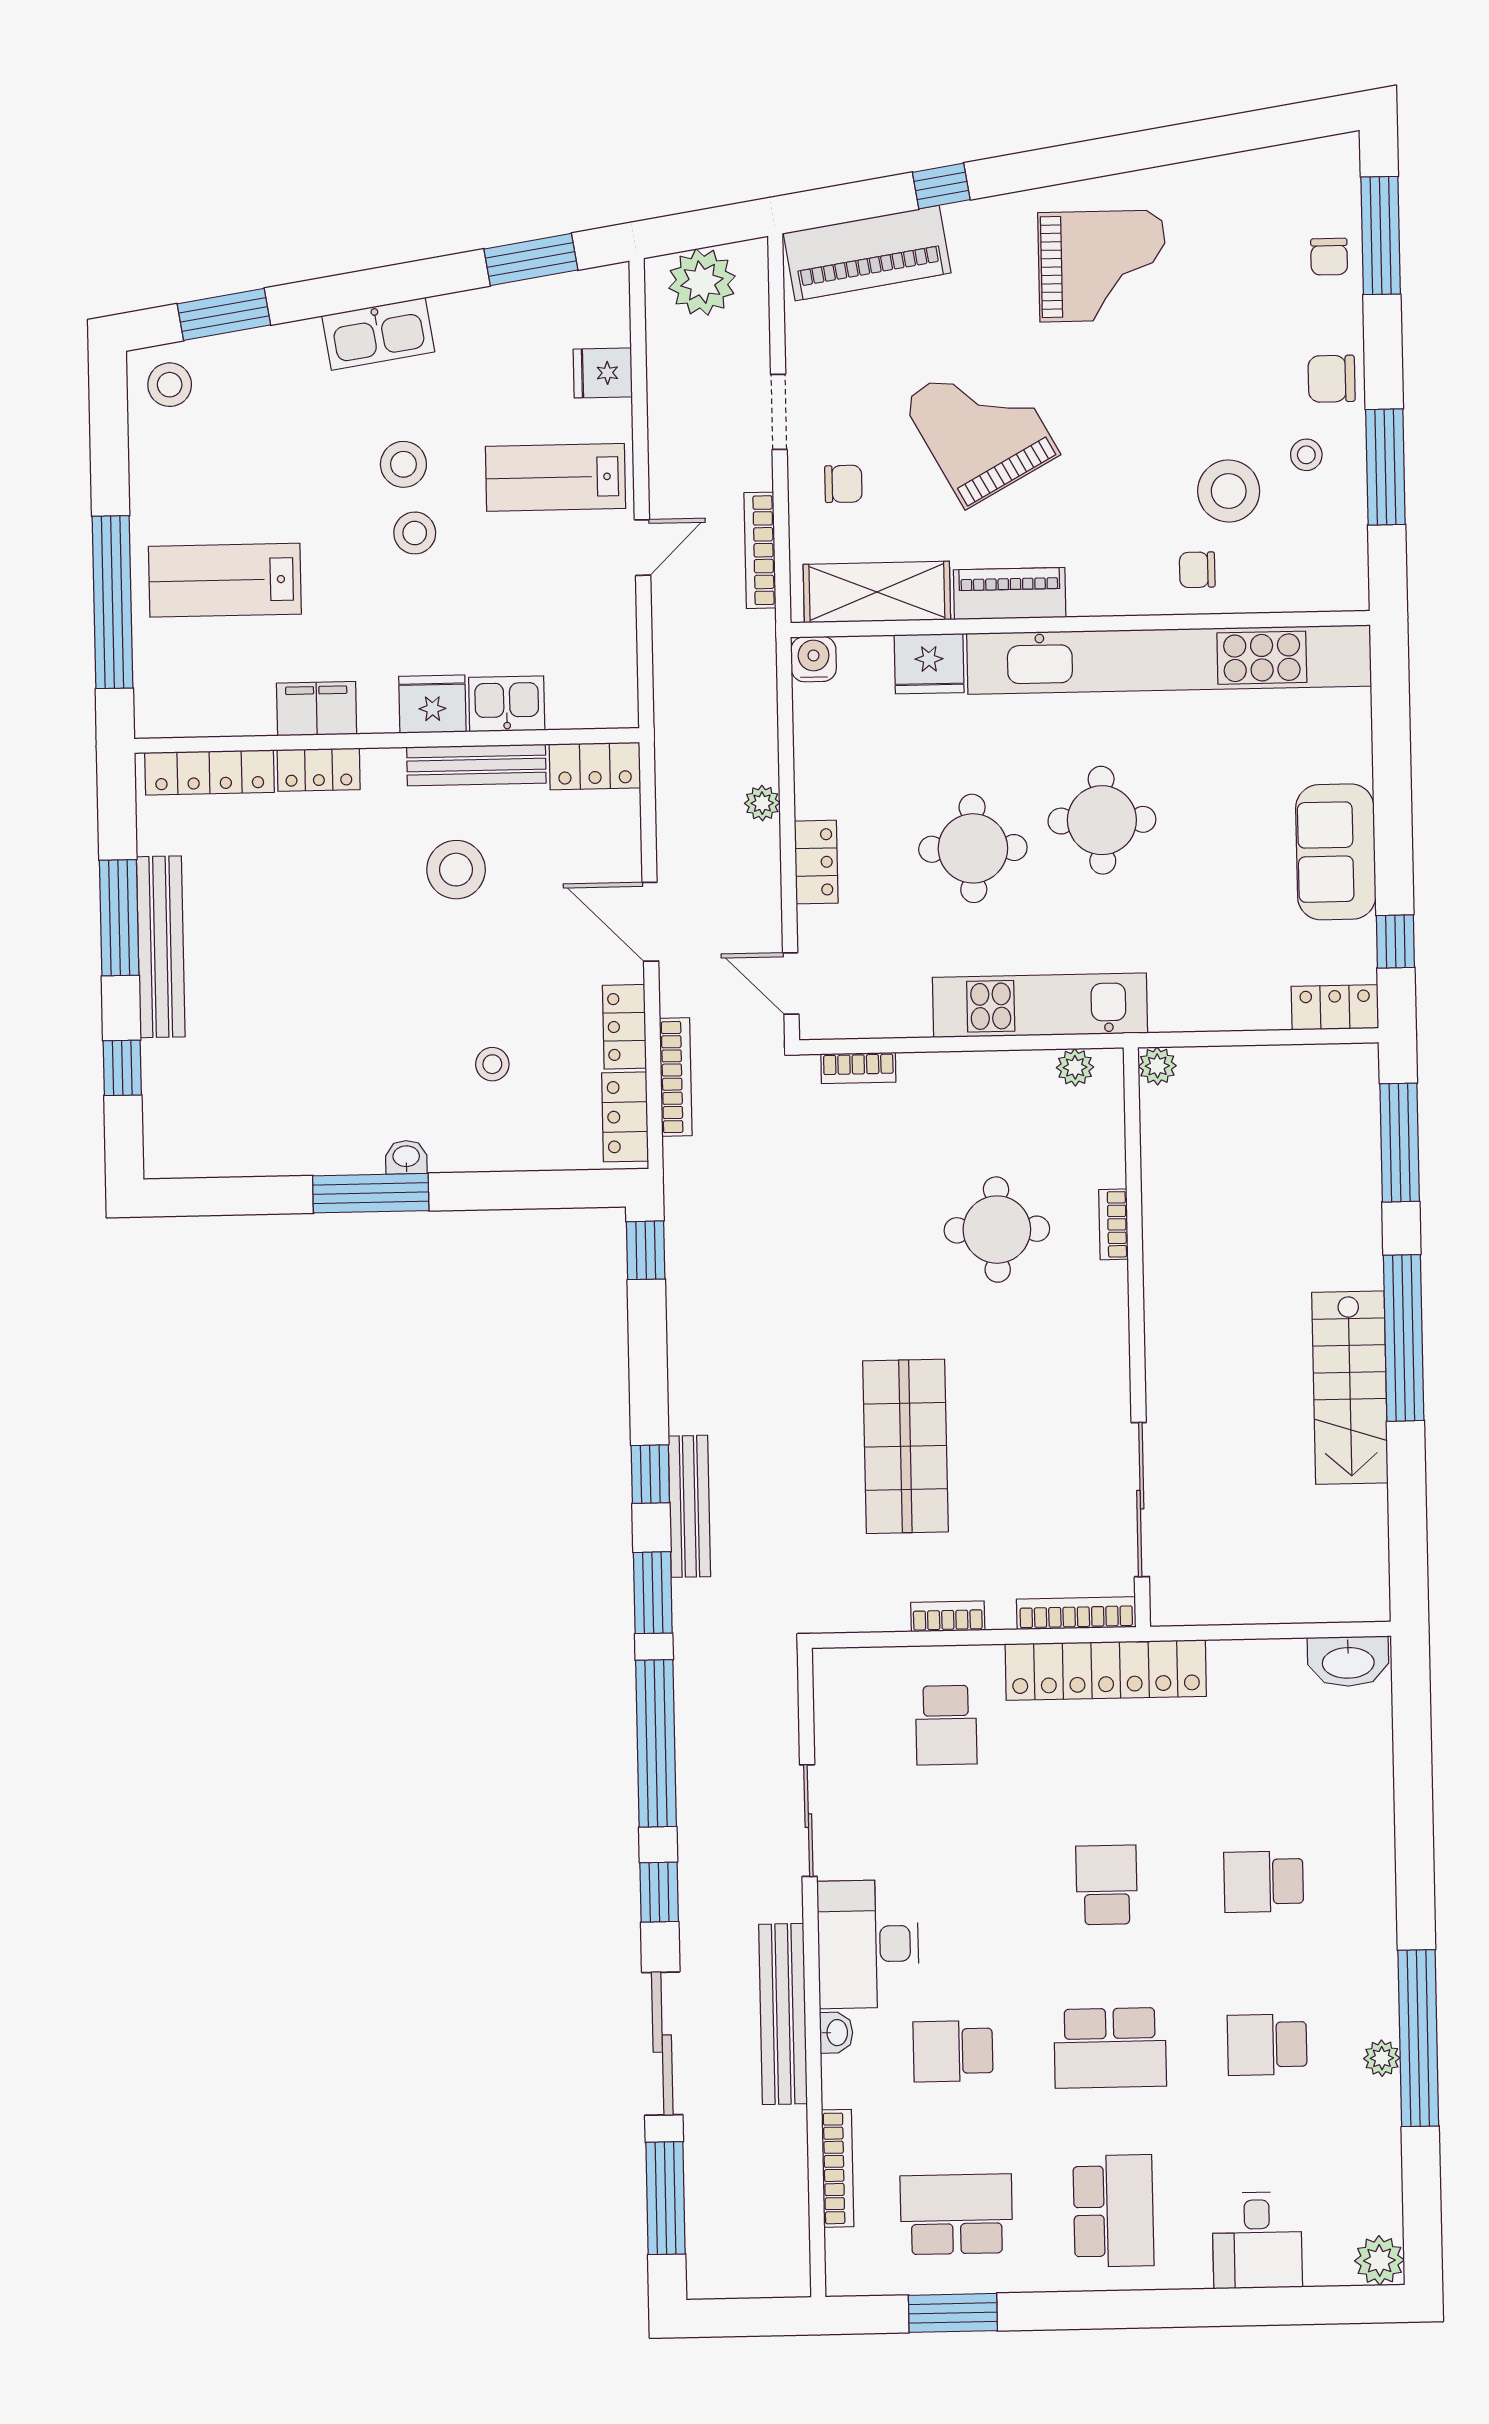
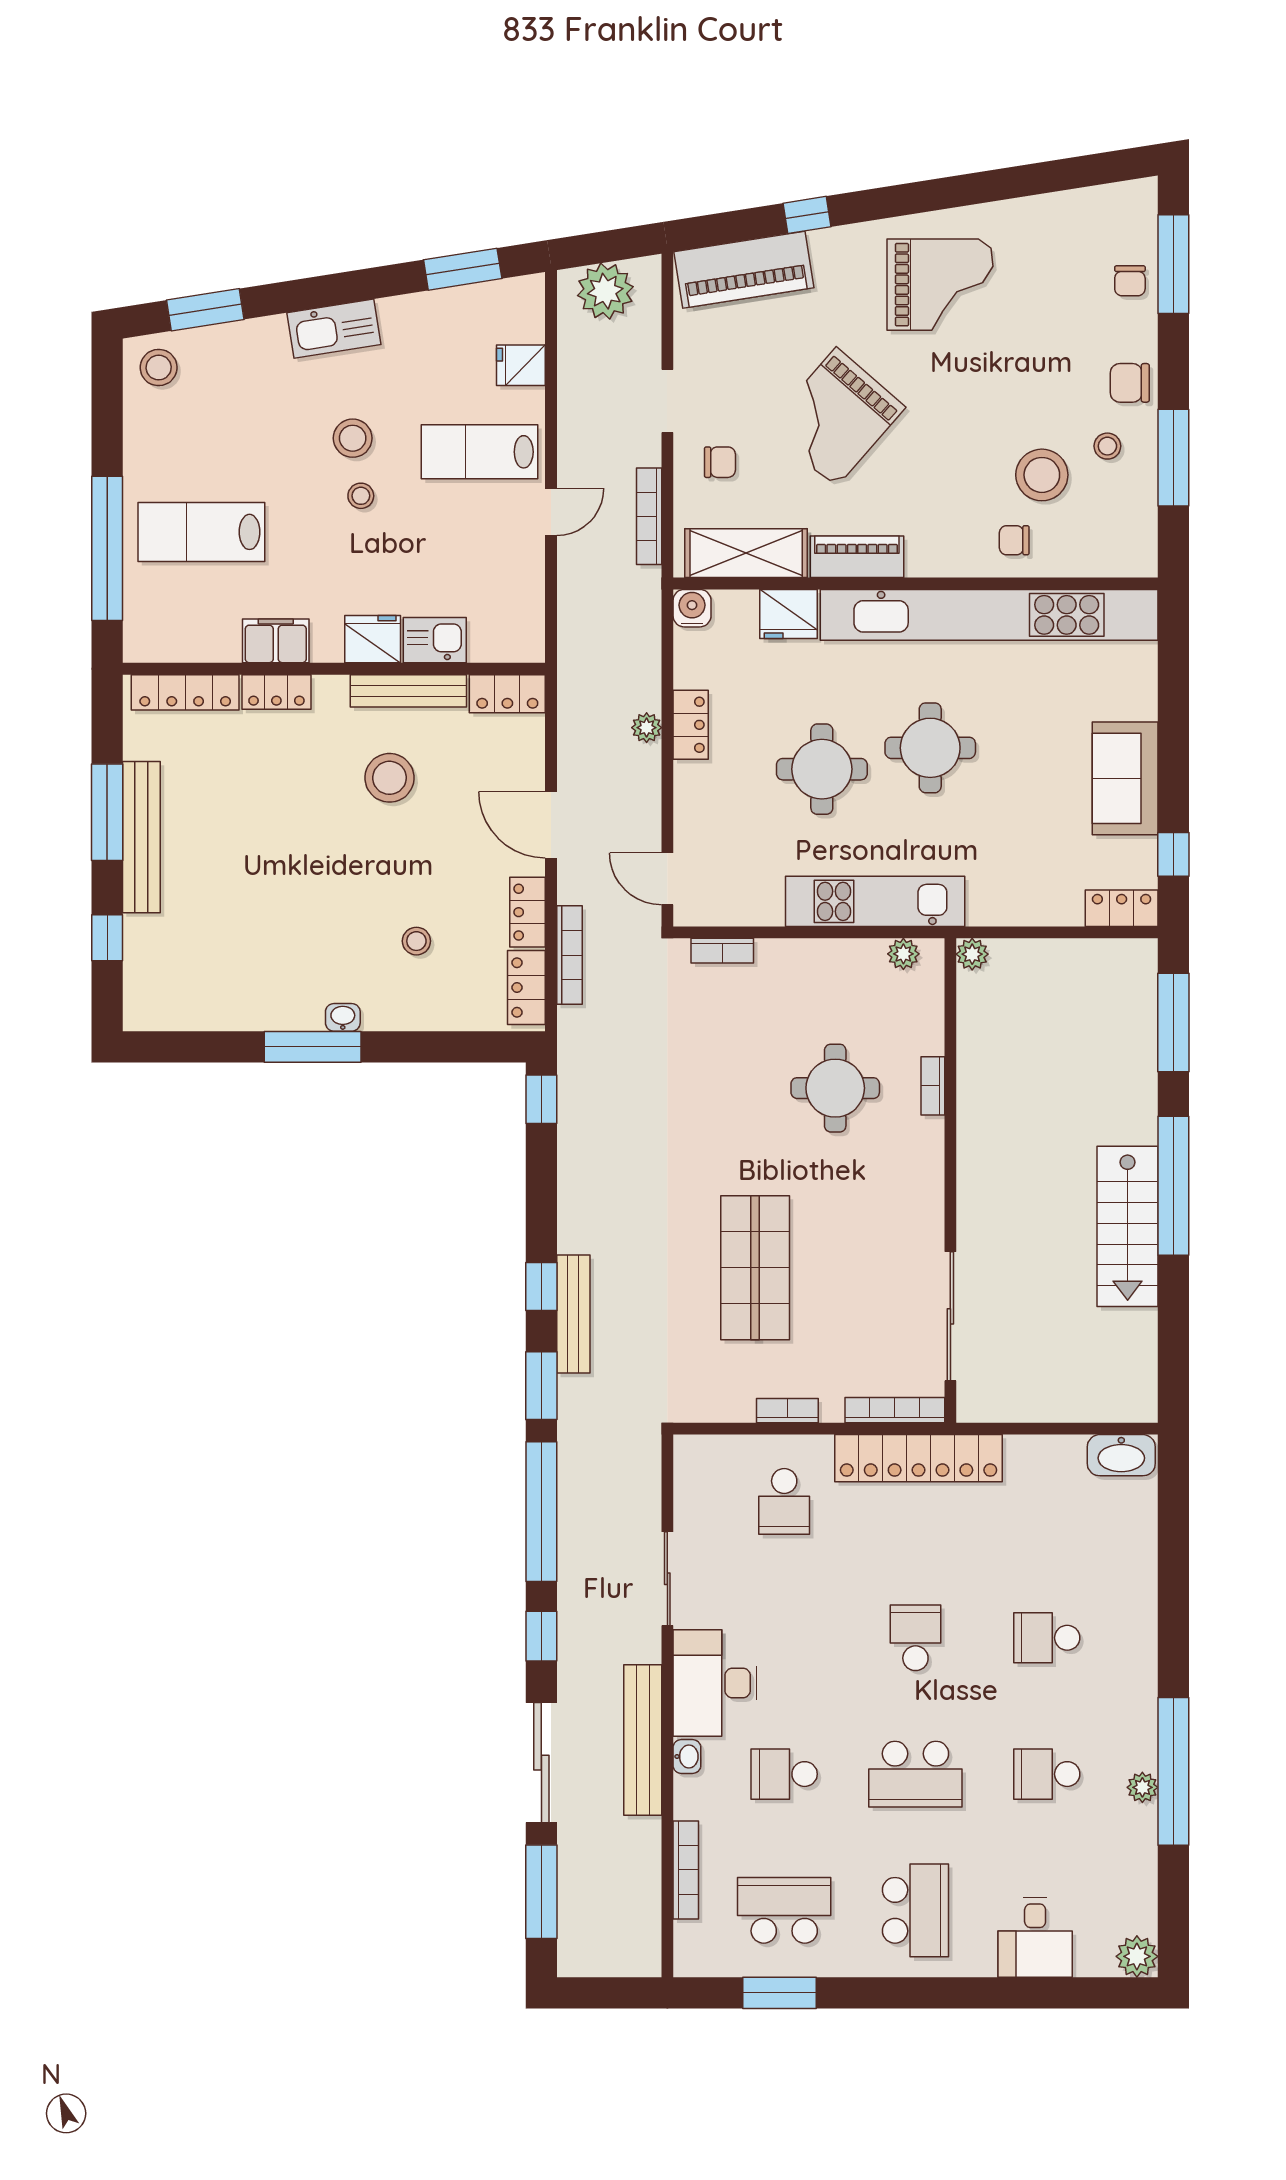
grand piano: (981, 427) -> (836, 417), turned -110
stool: (415, 533) -> (361, 496), width x0.73, depth x0.73
locker: (816, 862) -> (691, 725), moved

